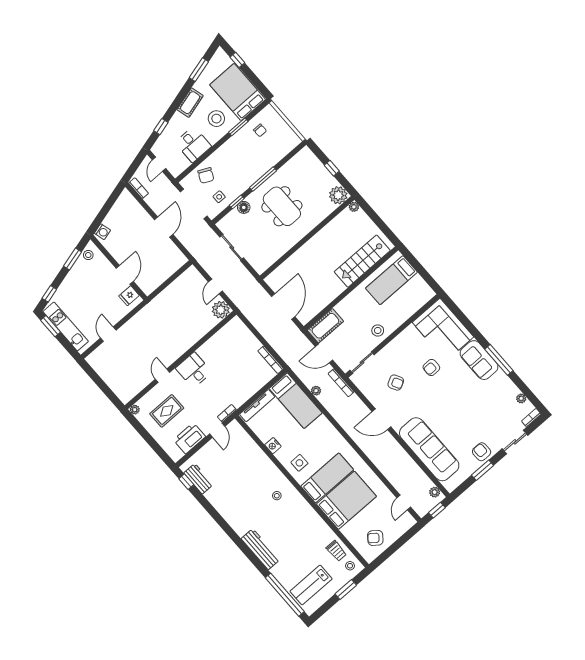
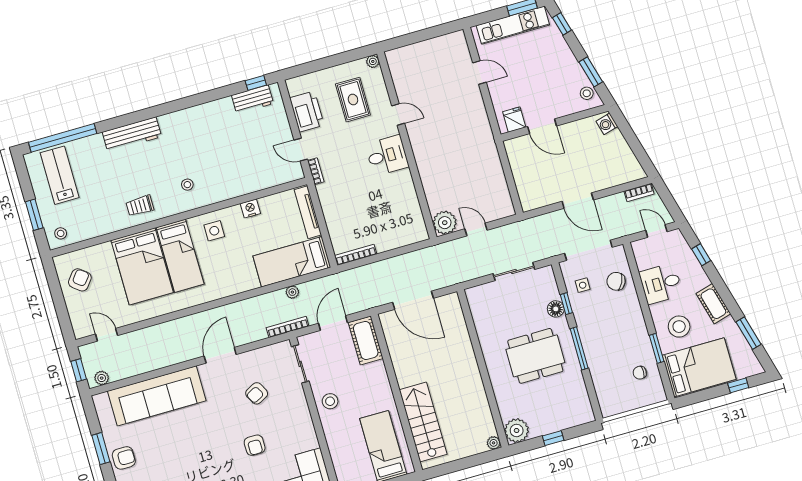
armchair: (431, 367) -> (255, 445), turned 180
trolley: (336, 551) -> (140, 206), moved

